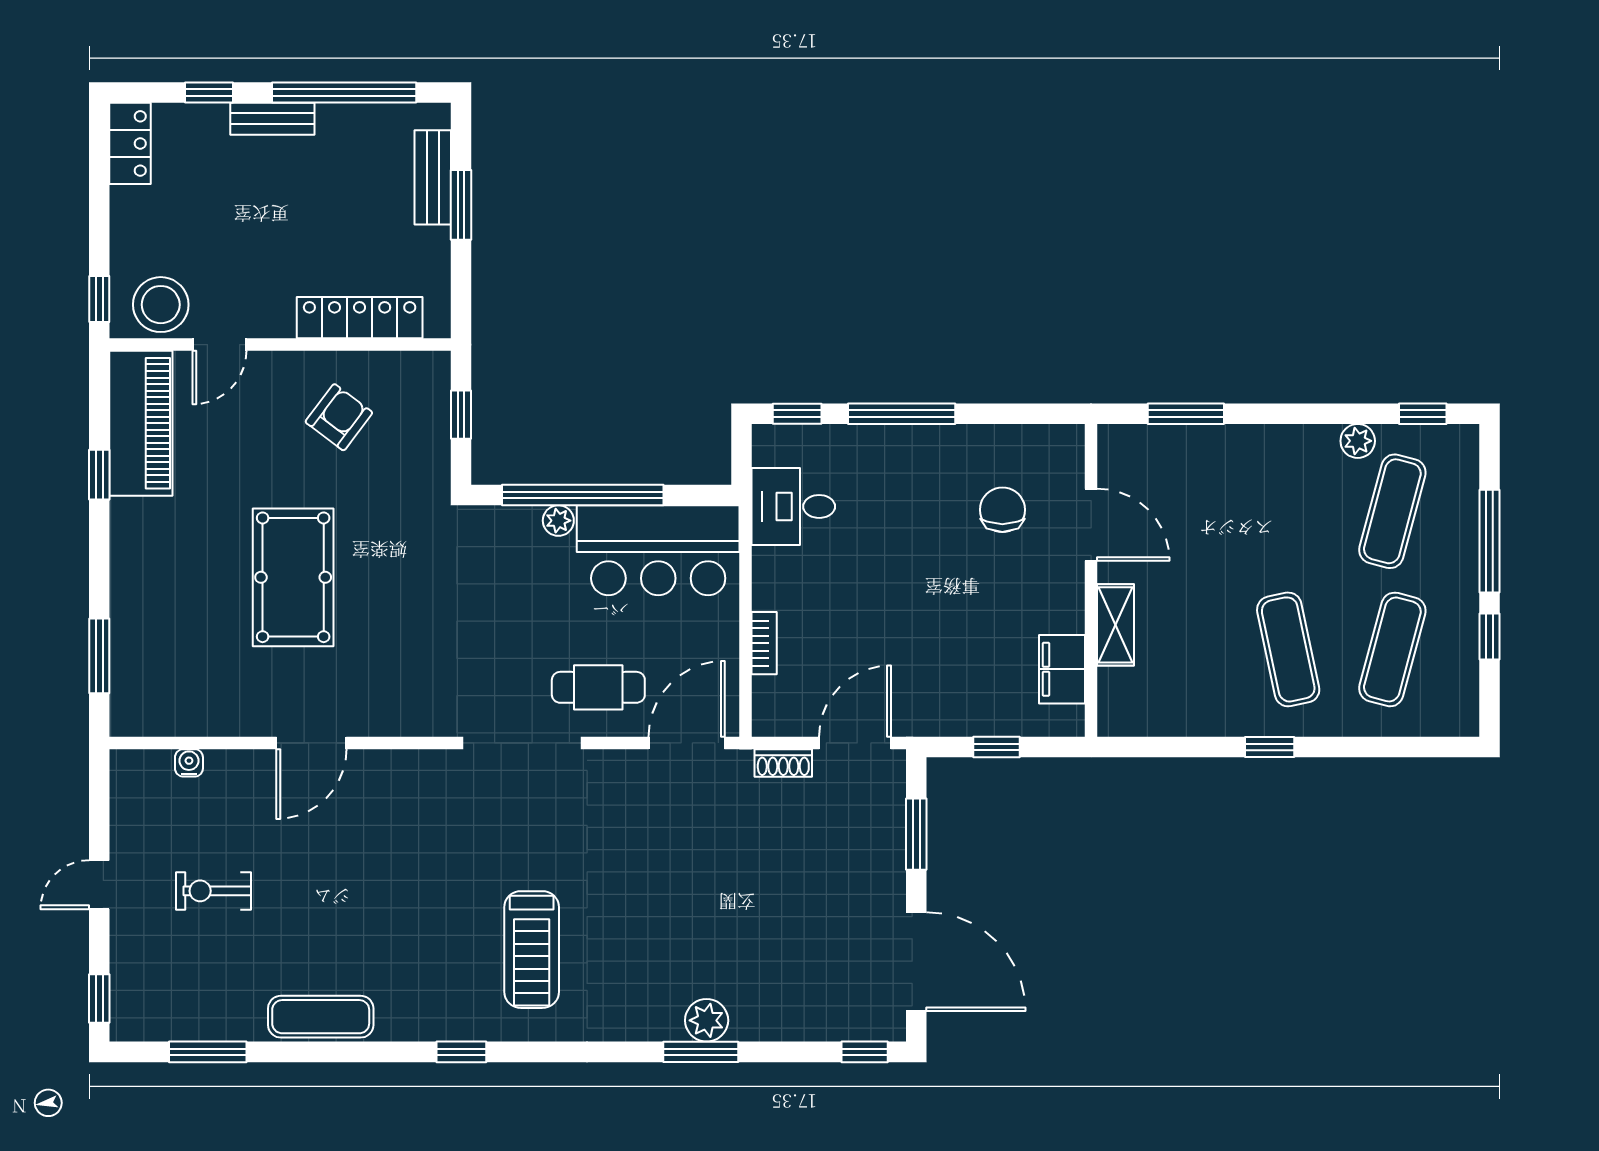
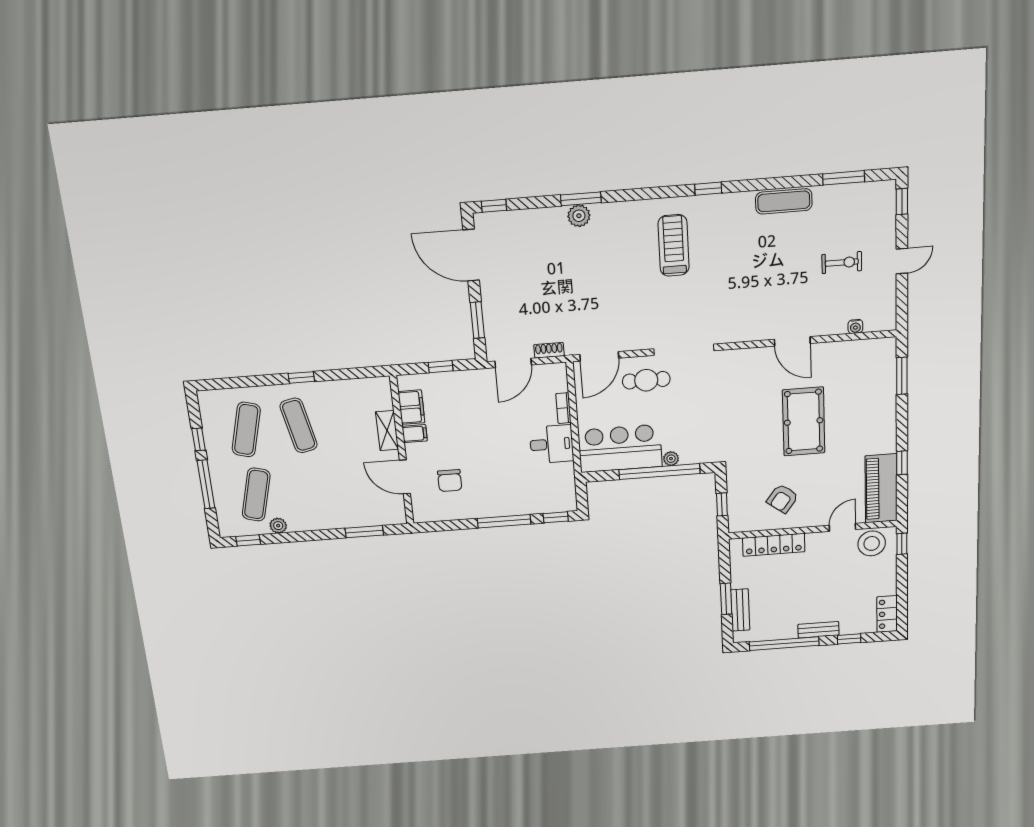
desk: (793, 506) -> (552, 444), moved
filing cabinet: (1062, 614) -> (415, 434), added
door: (311, 743) -> (792, 341), swing flipped

